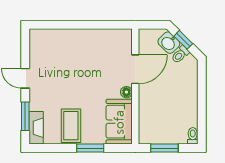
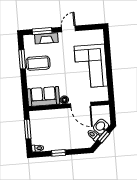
corner sofa: (81, 50) -> (91, 66), added
window: (202, 107) -> (58, 153), added
fireplace: (36, 128) -> (46, 38), moved
window: (90, 148) -> (22, 59), moved

